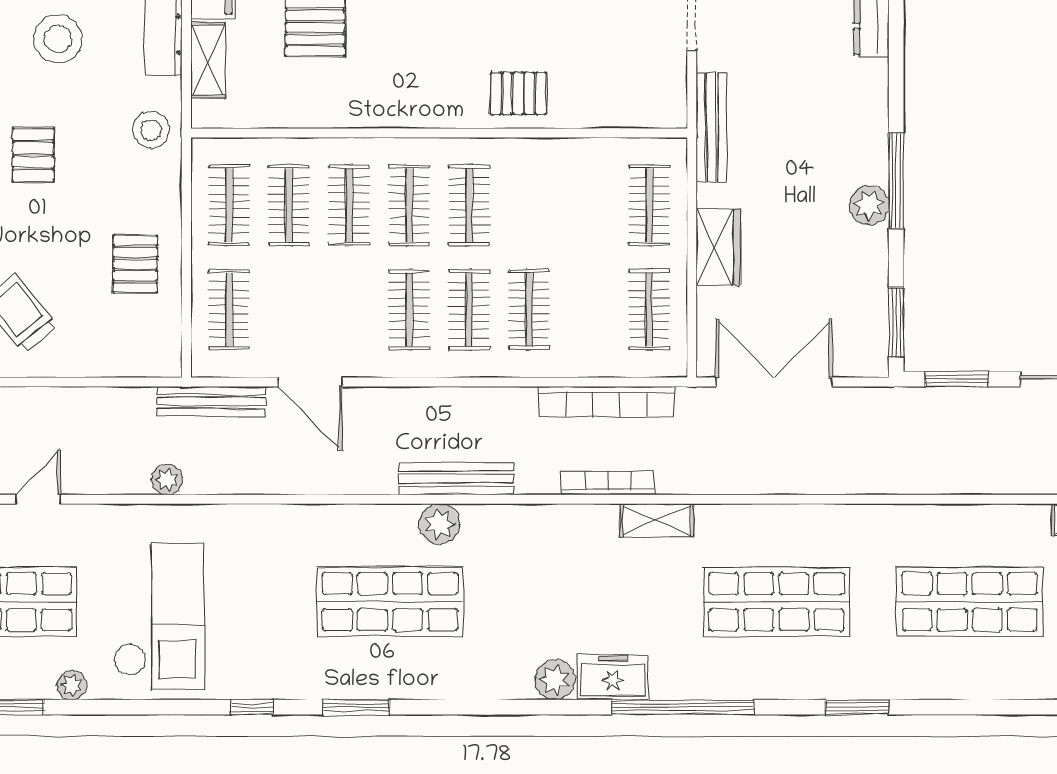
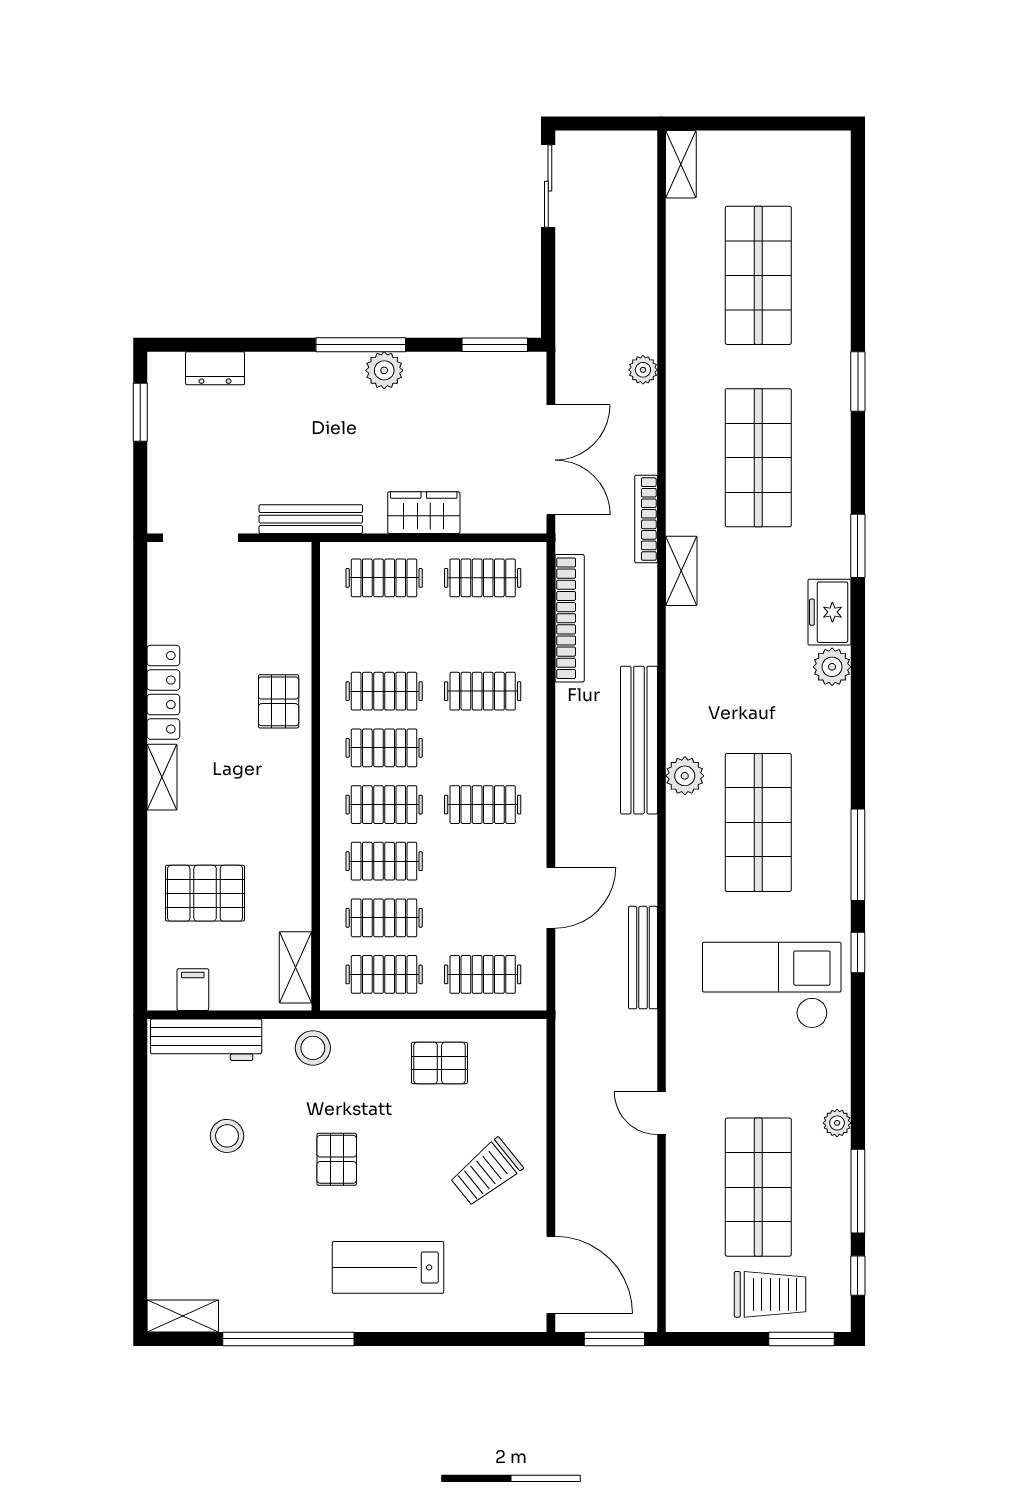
stool: (58, 39) -> (227, 1136), width x0.73, depth x0.73
shelving: (208, 60) -> (296, 967), moved, turned 90
pallet: (33, 155) -> (337, 1159), turned 90
clothes rail: (469, 310) -> (384, 691), moved
window: (957, 379) -> (548, 287), removed
double door: (774, 382) -> (551, 460), swing flipped
bench: (212, 402) -> (643, 958), moved
bench: (456, 479) -> (639, 740), width x1.37, depth x1.21
plant: (167, 480) -> (643, 370), moved
bookcase: (608, 483) -> (646, 519), moved
door: (38, 499) -> (662, 1113), moved
checkout: (159, 617) -> (772, 985), moved
window: (356, 707) -> (858, 855), width x1.44
window: (683, 707) -> (858, 546), width x0.47

